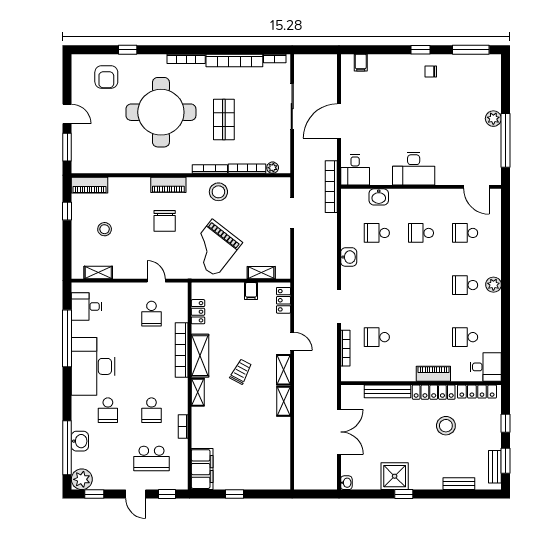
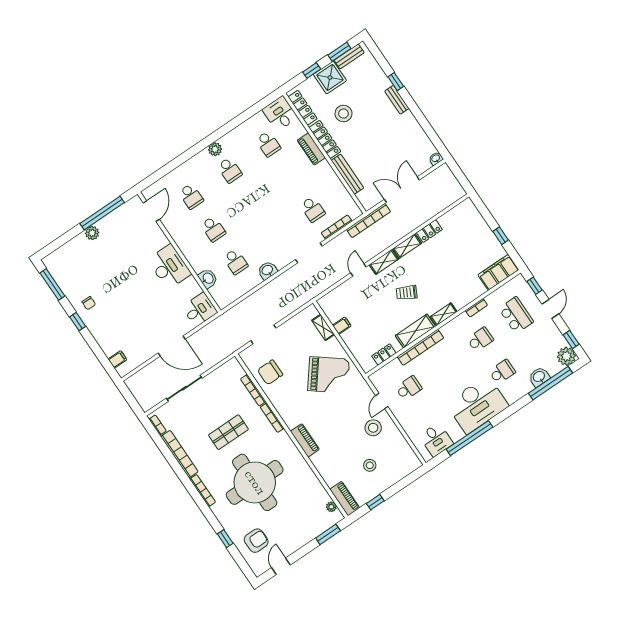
door: (67, 114) -> (281, 566), moved
plant: (273, 168) -> (331, 507), moved
bookcase: (331, 187) -> (369, 221), moved
stool: (218, 192) -> (373, 428), moved
chair: (165, 221) -> (270, 372), moved, turned 180
shelving: (98, 273) -> (405, 448), removed
locker: (283, 300) -> (429, 231), moved
shower: (395, 476) -> (330, 77), moved
bench: (459, 484) -> (397, 100), moved
window: (404, 494) -> (396, 82), moved

